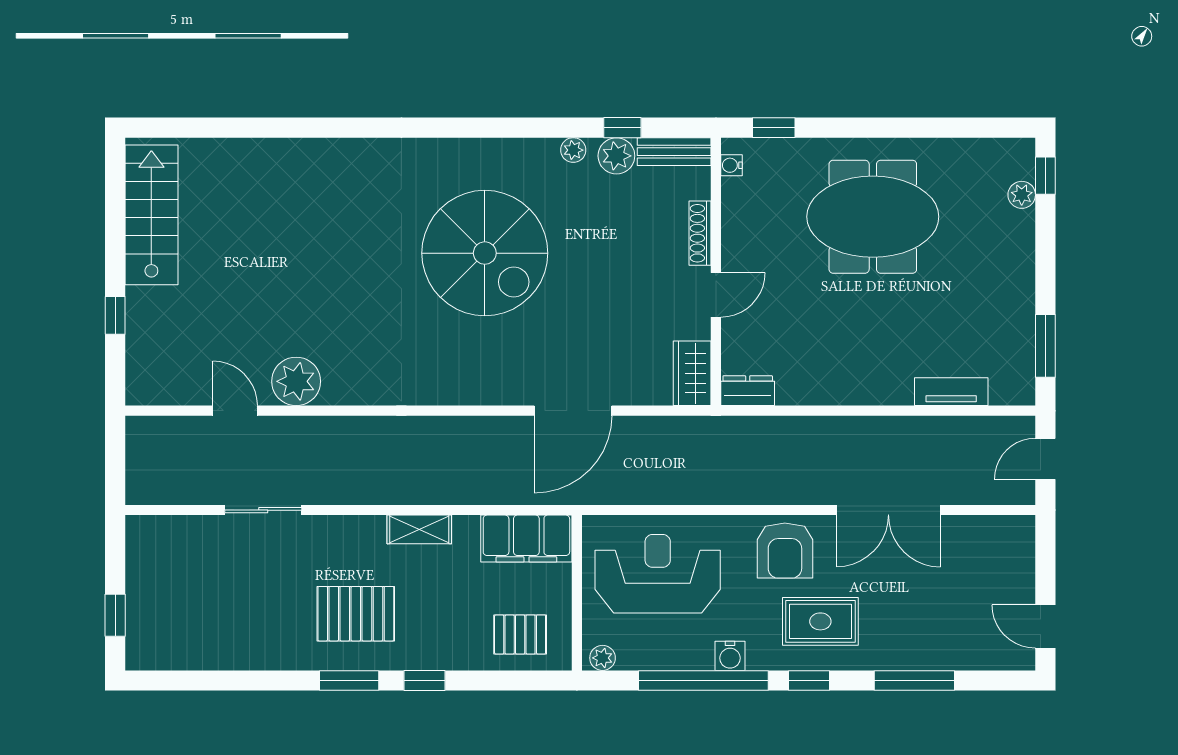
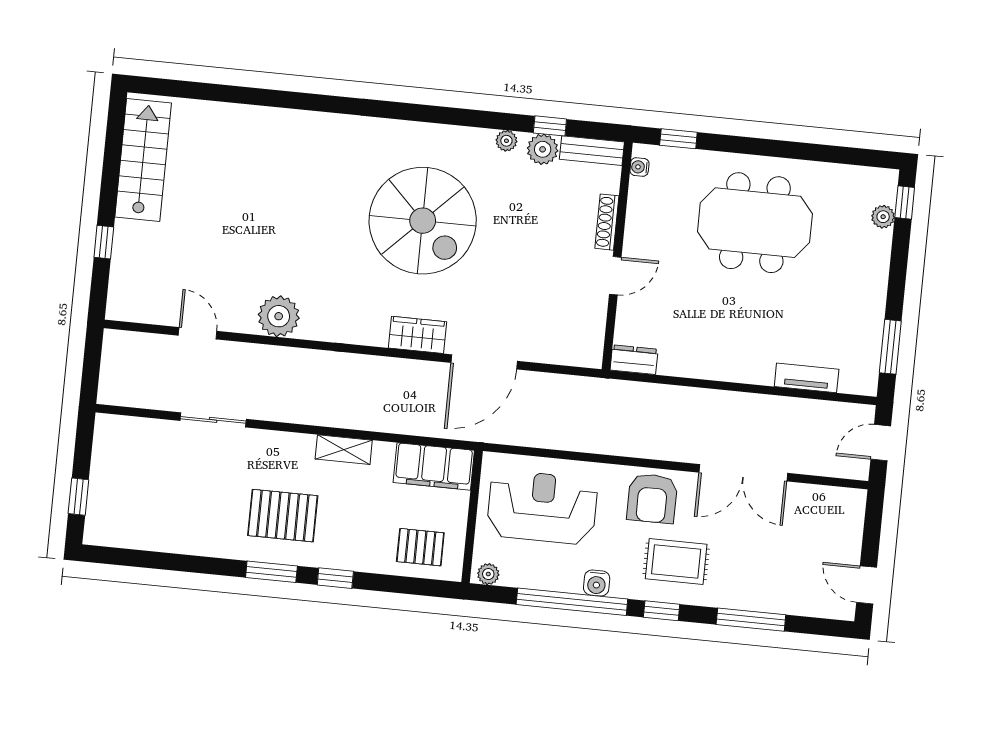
wardrobe: (692, 373) -> (418, 335), moved, turned 90
plant: (296, 381) -> (279, 316), moved

